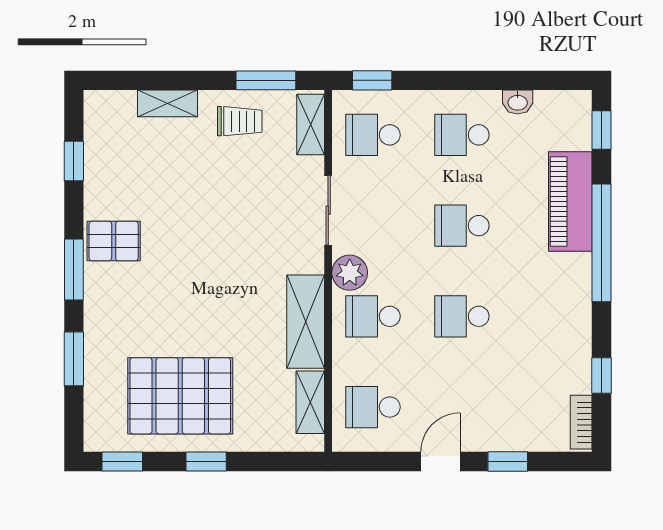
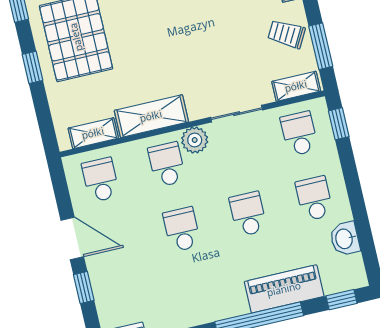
washbasin: (518, 102) -> (345, 239), width x1.38, depth x1.45
trolley: (240, 121) -> (287, 34), turned 119
door: (441, 461) -> (72, 238), width x1.37

